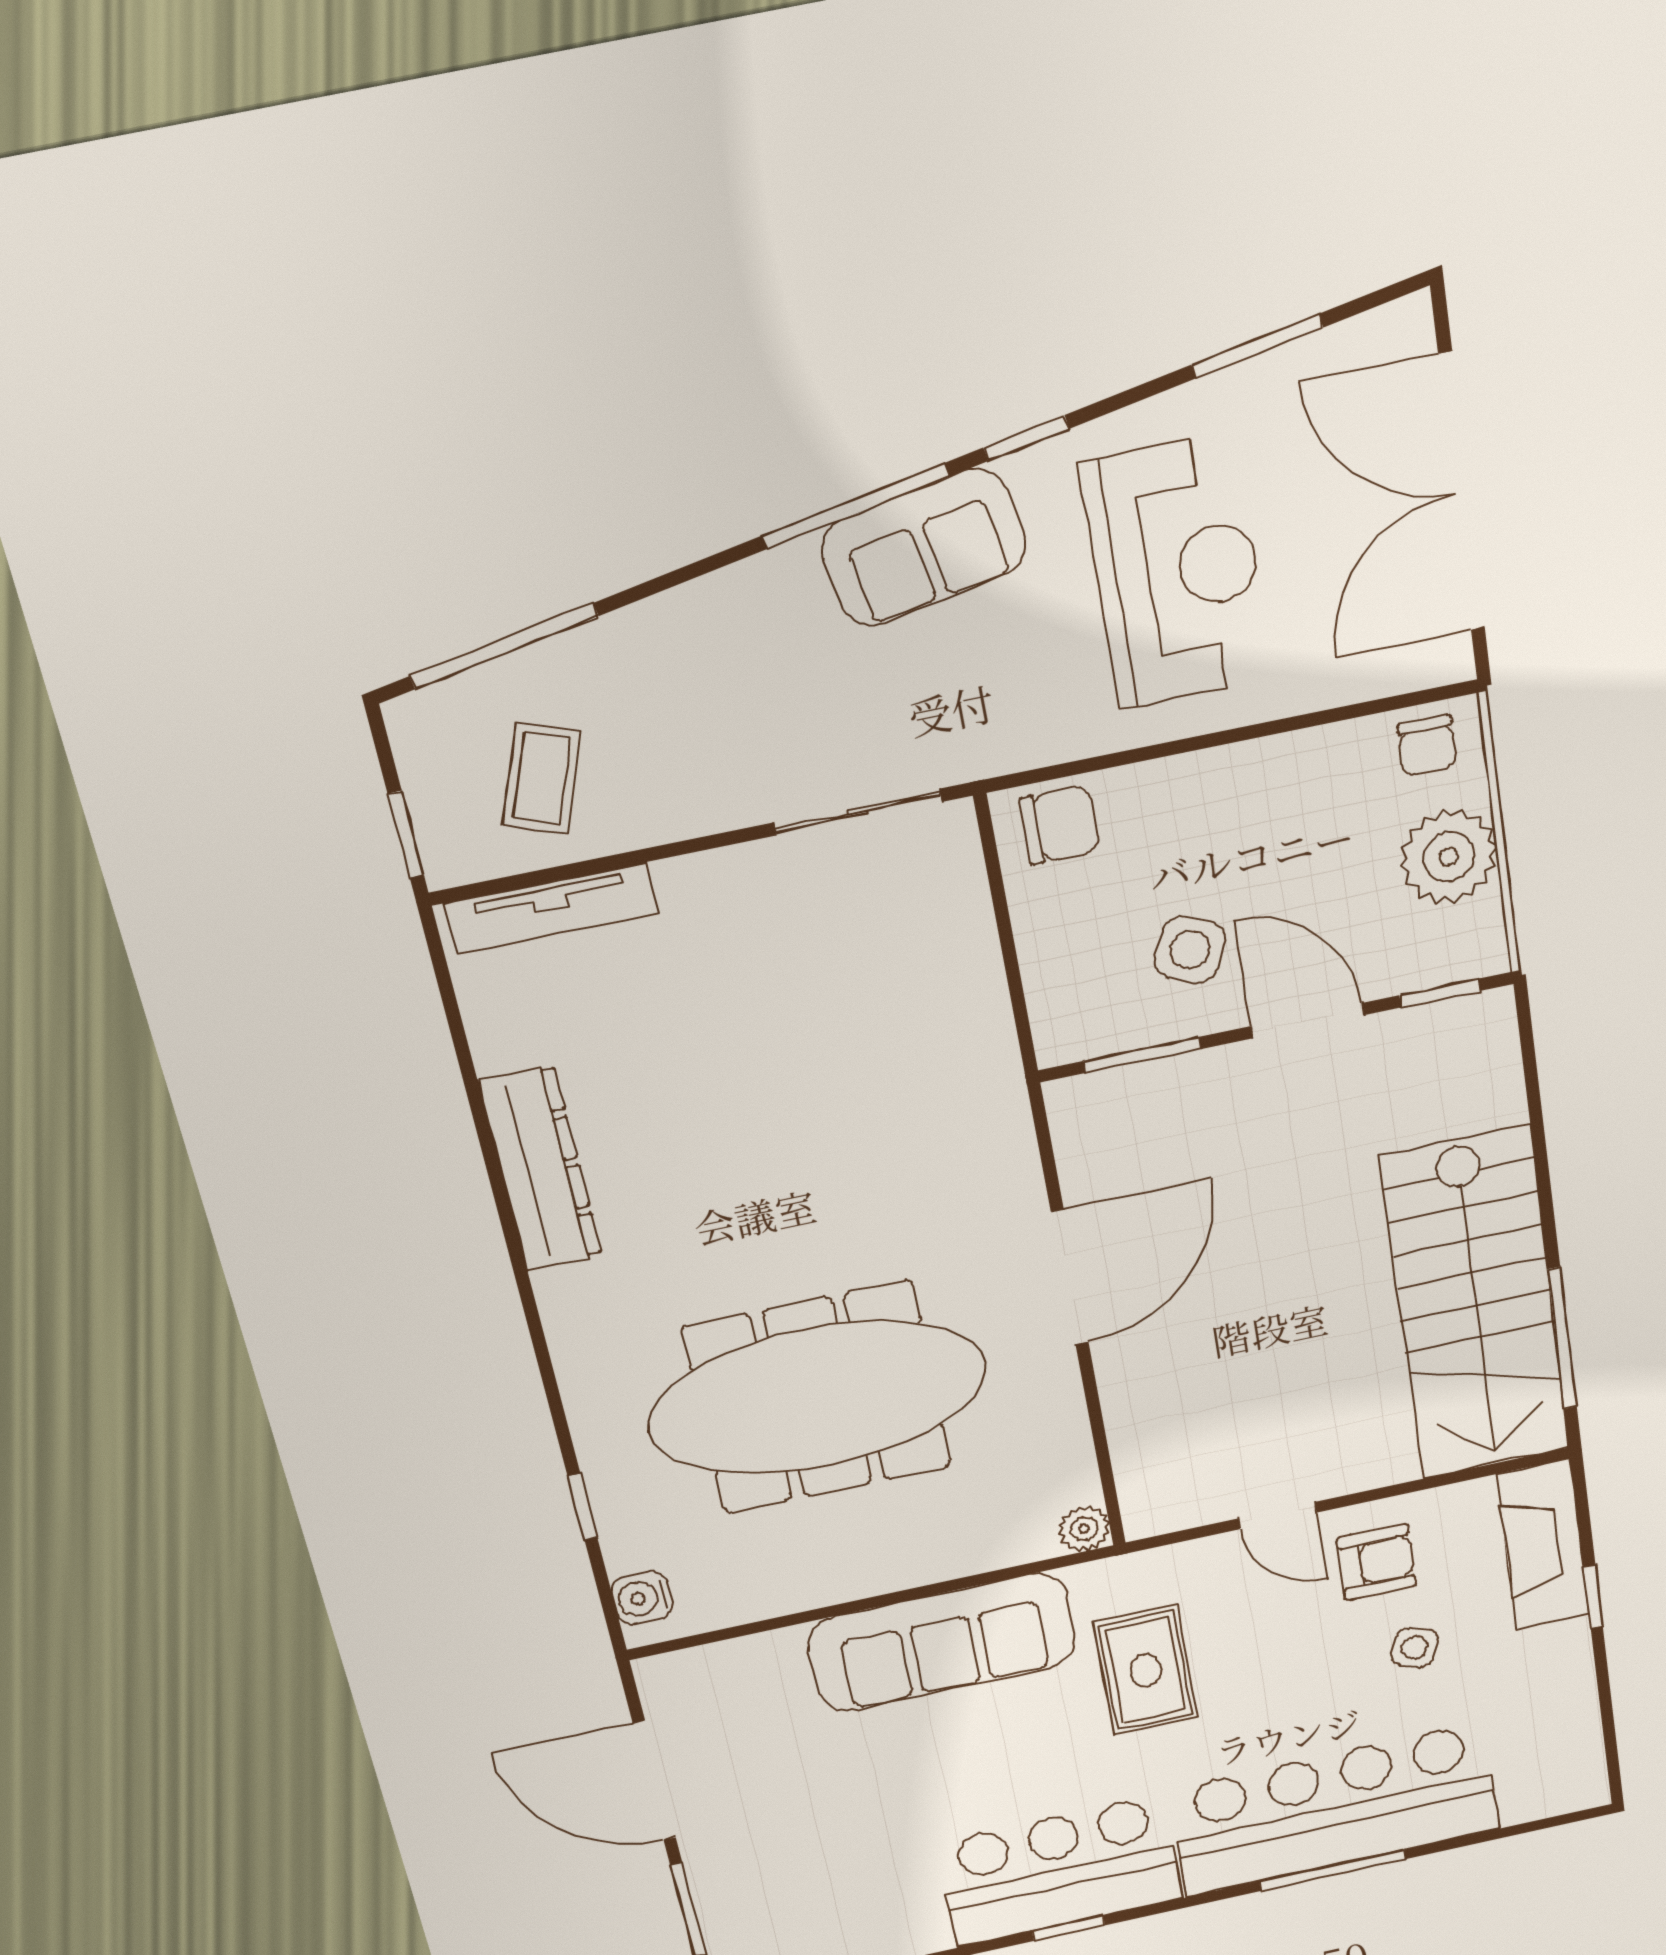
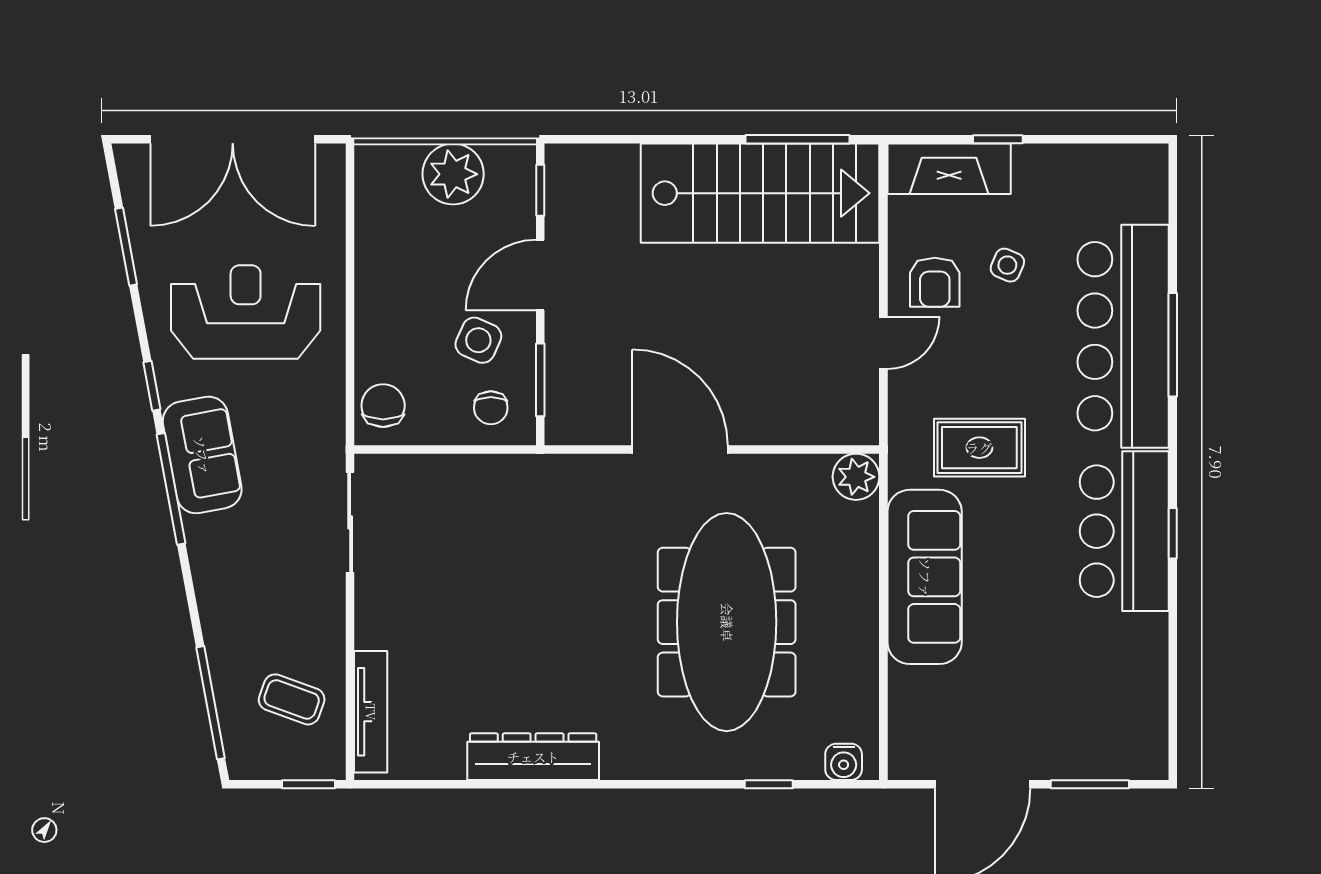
chair: (1427, 746) -> (491, 408), moved, turned 90
plant: (1084, 1529) -> (856, 477), width x1.38, depth x1.38
armchair: (1377, 1562) -> (935, 282), turned 180

